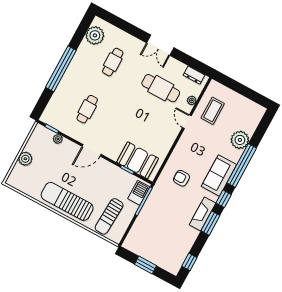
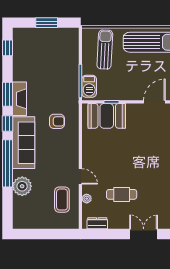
cafe table: (161, 88) -> (122, 194), width x0.73, depth x0.74
sofa: (219, 175) -> (24, 143), width x1.36

